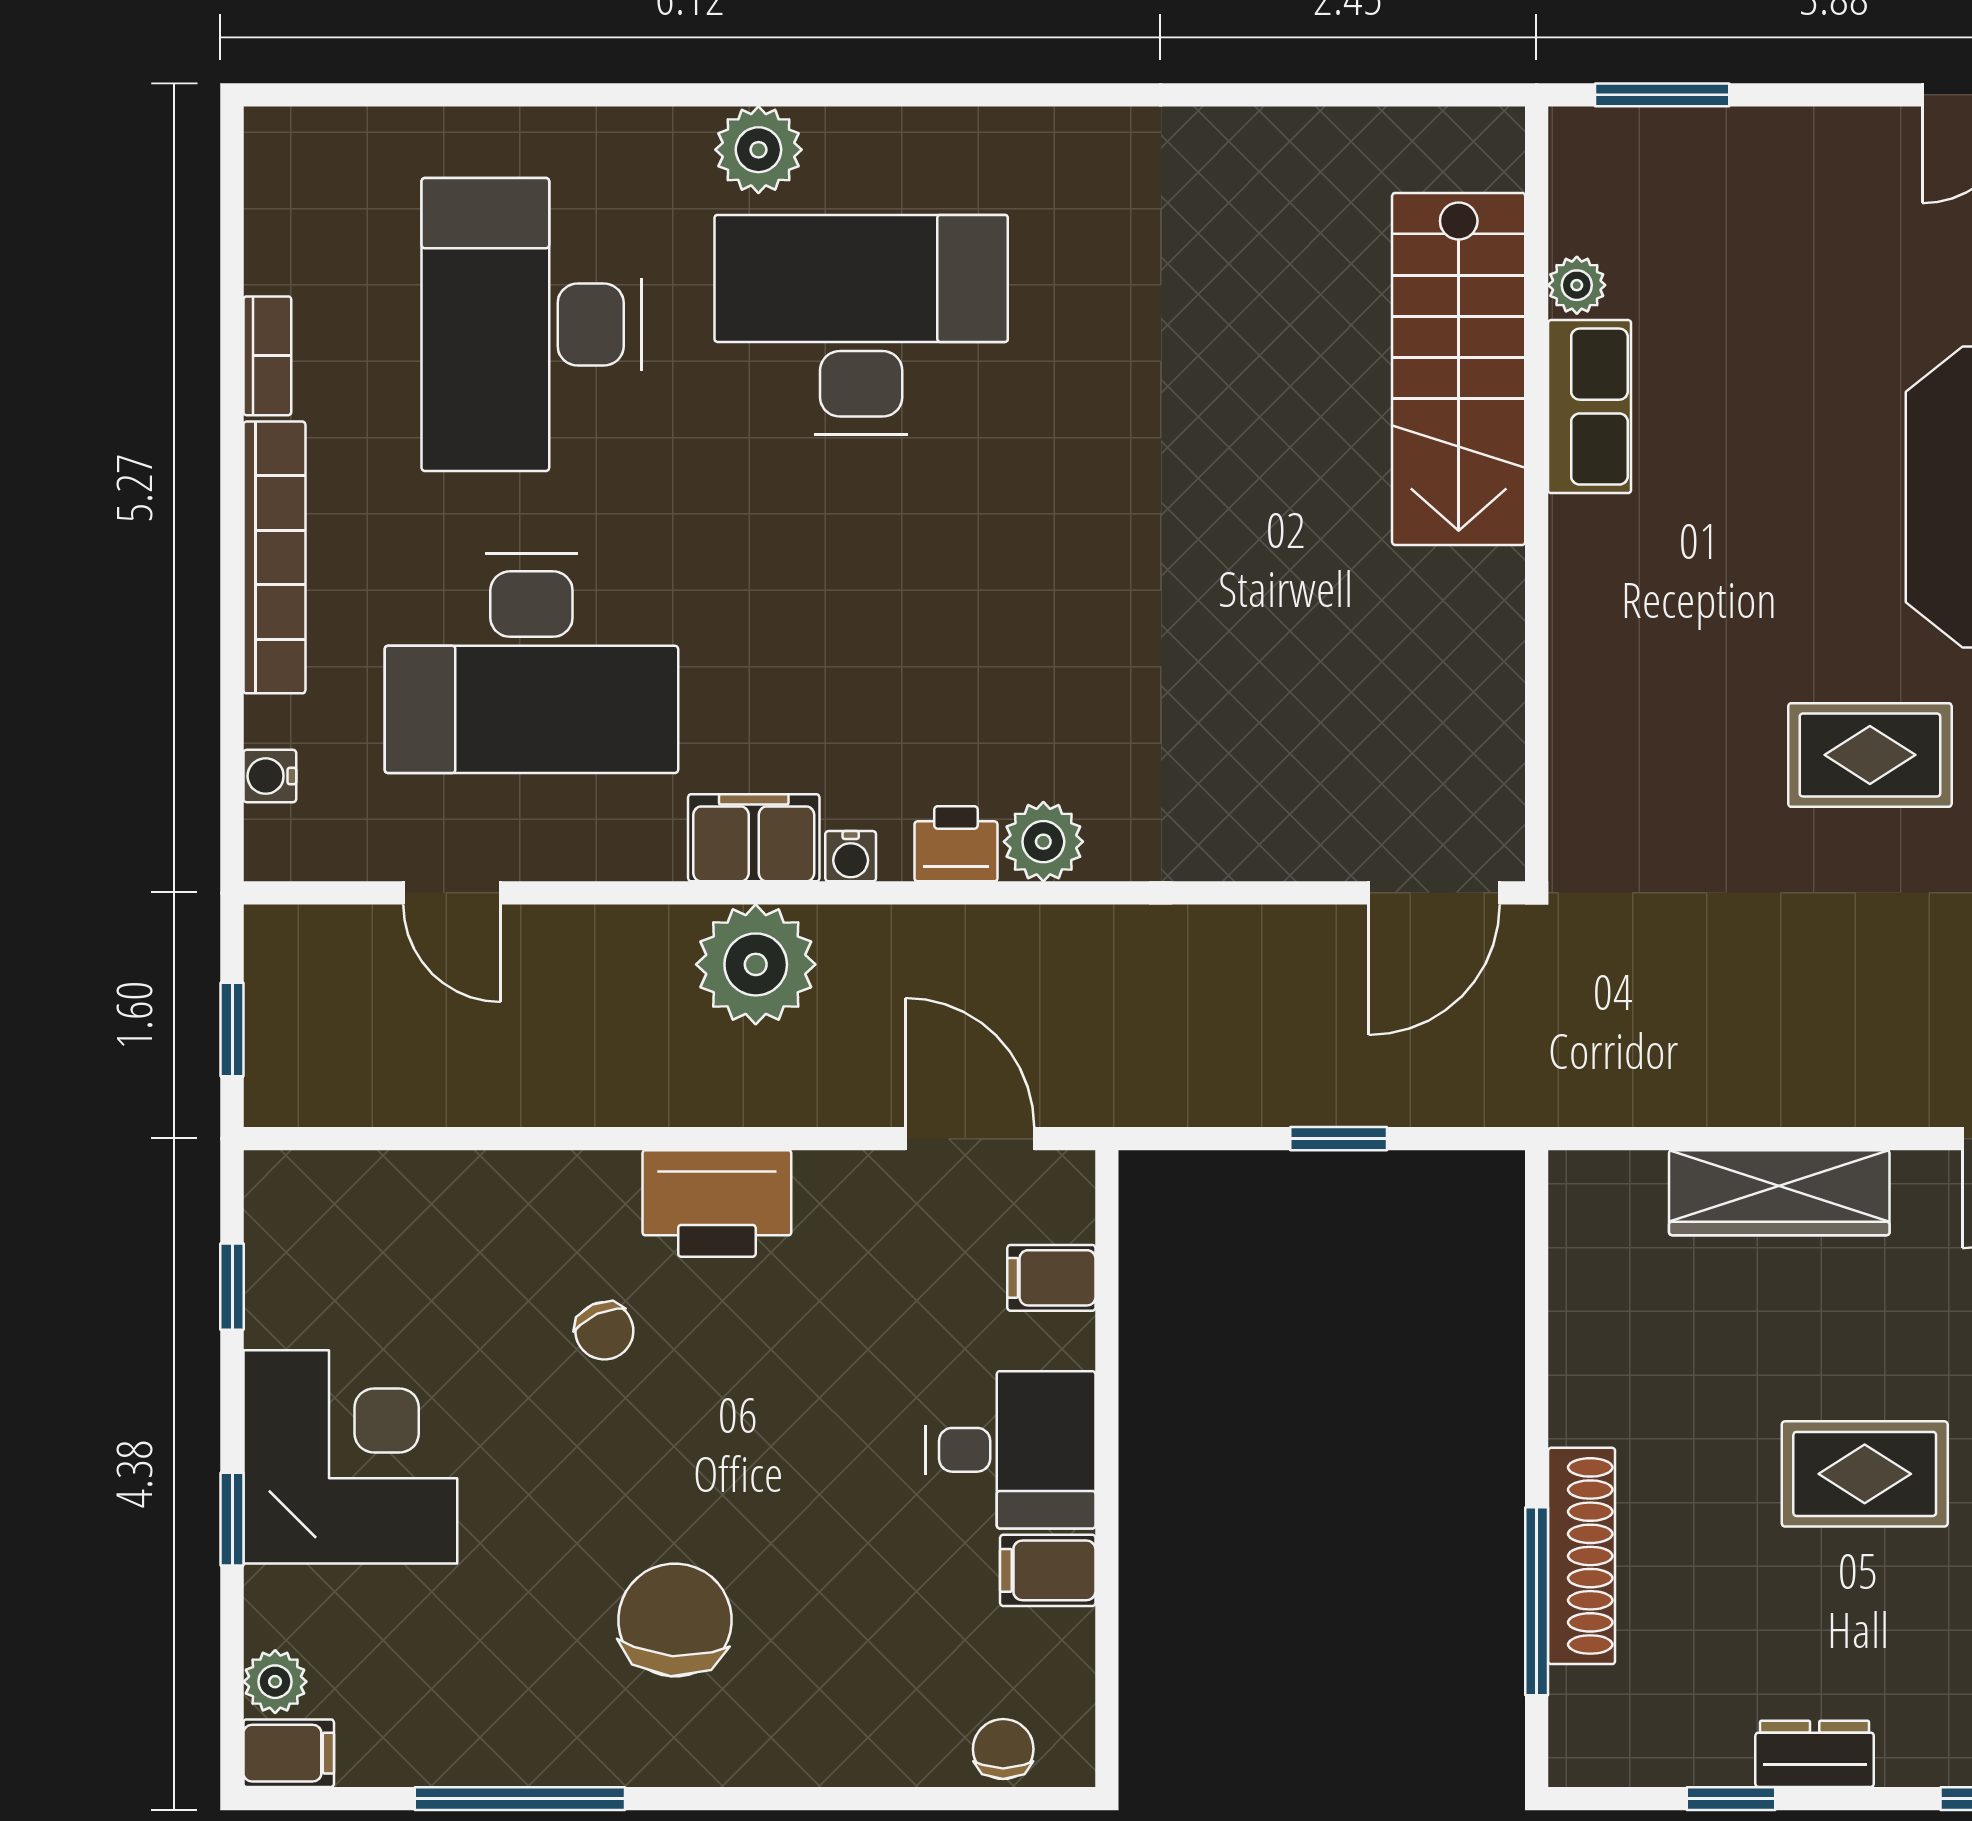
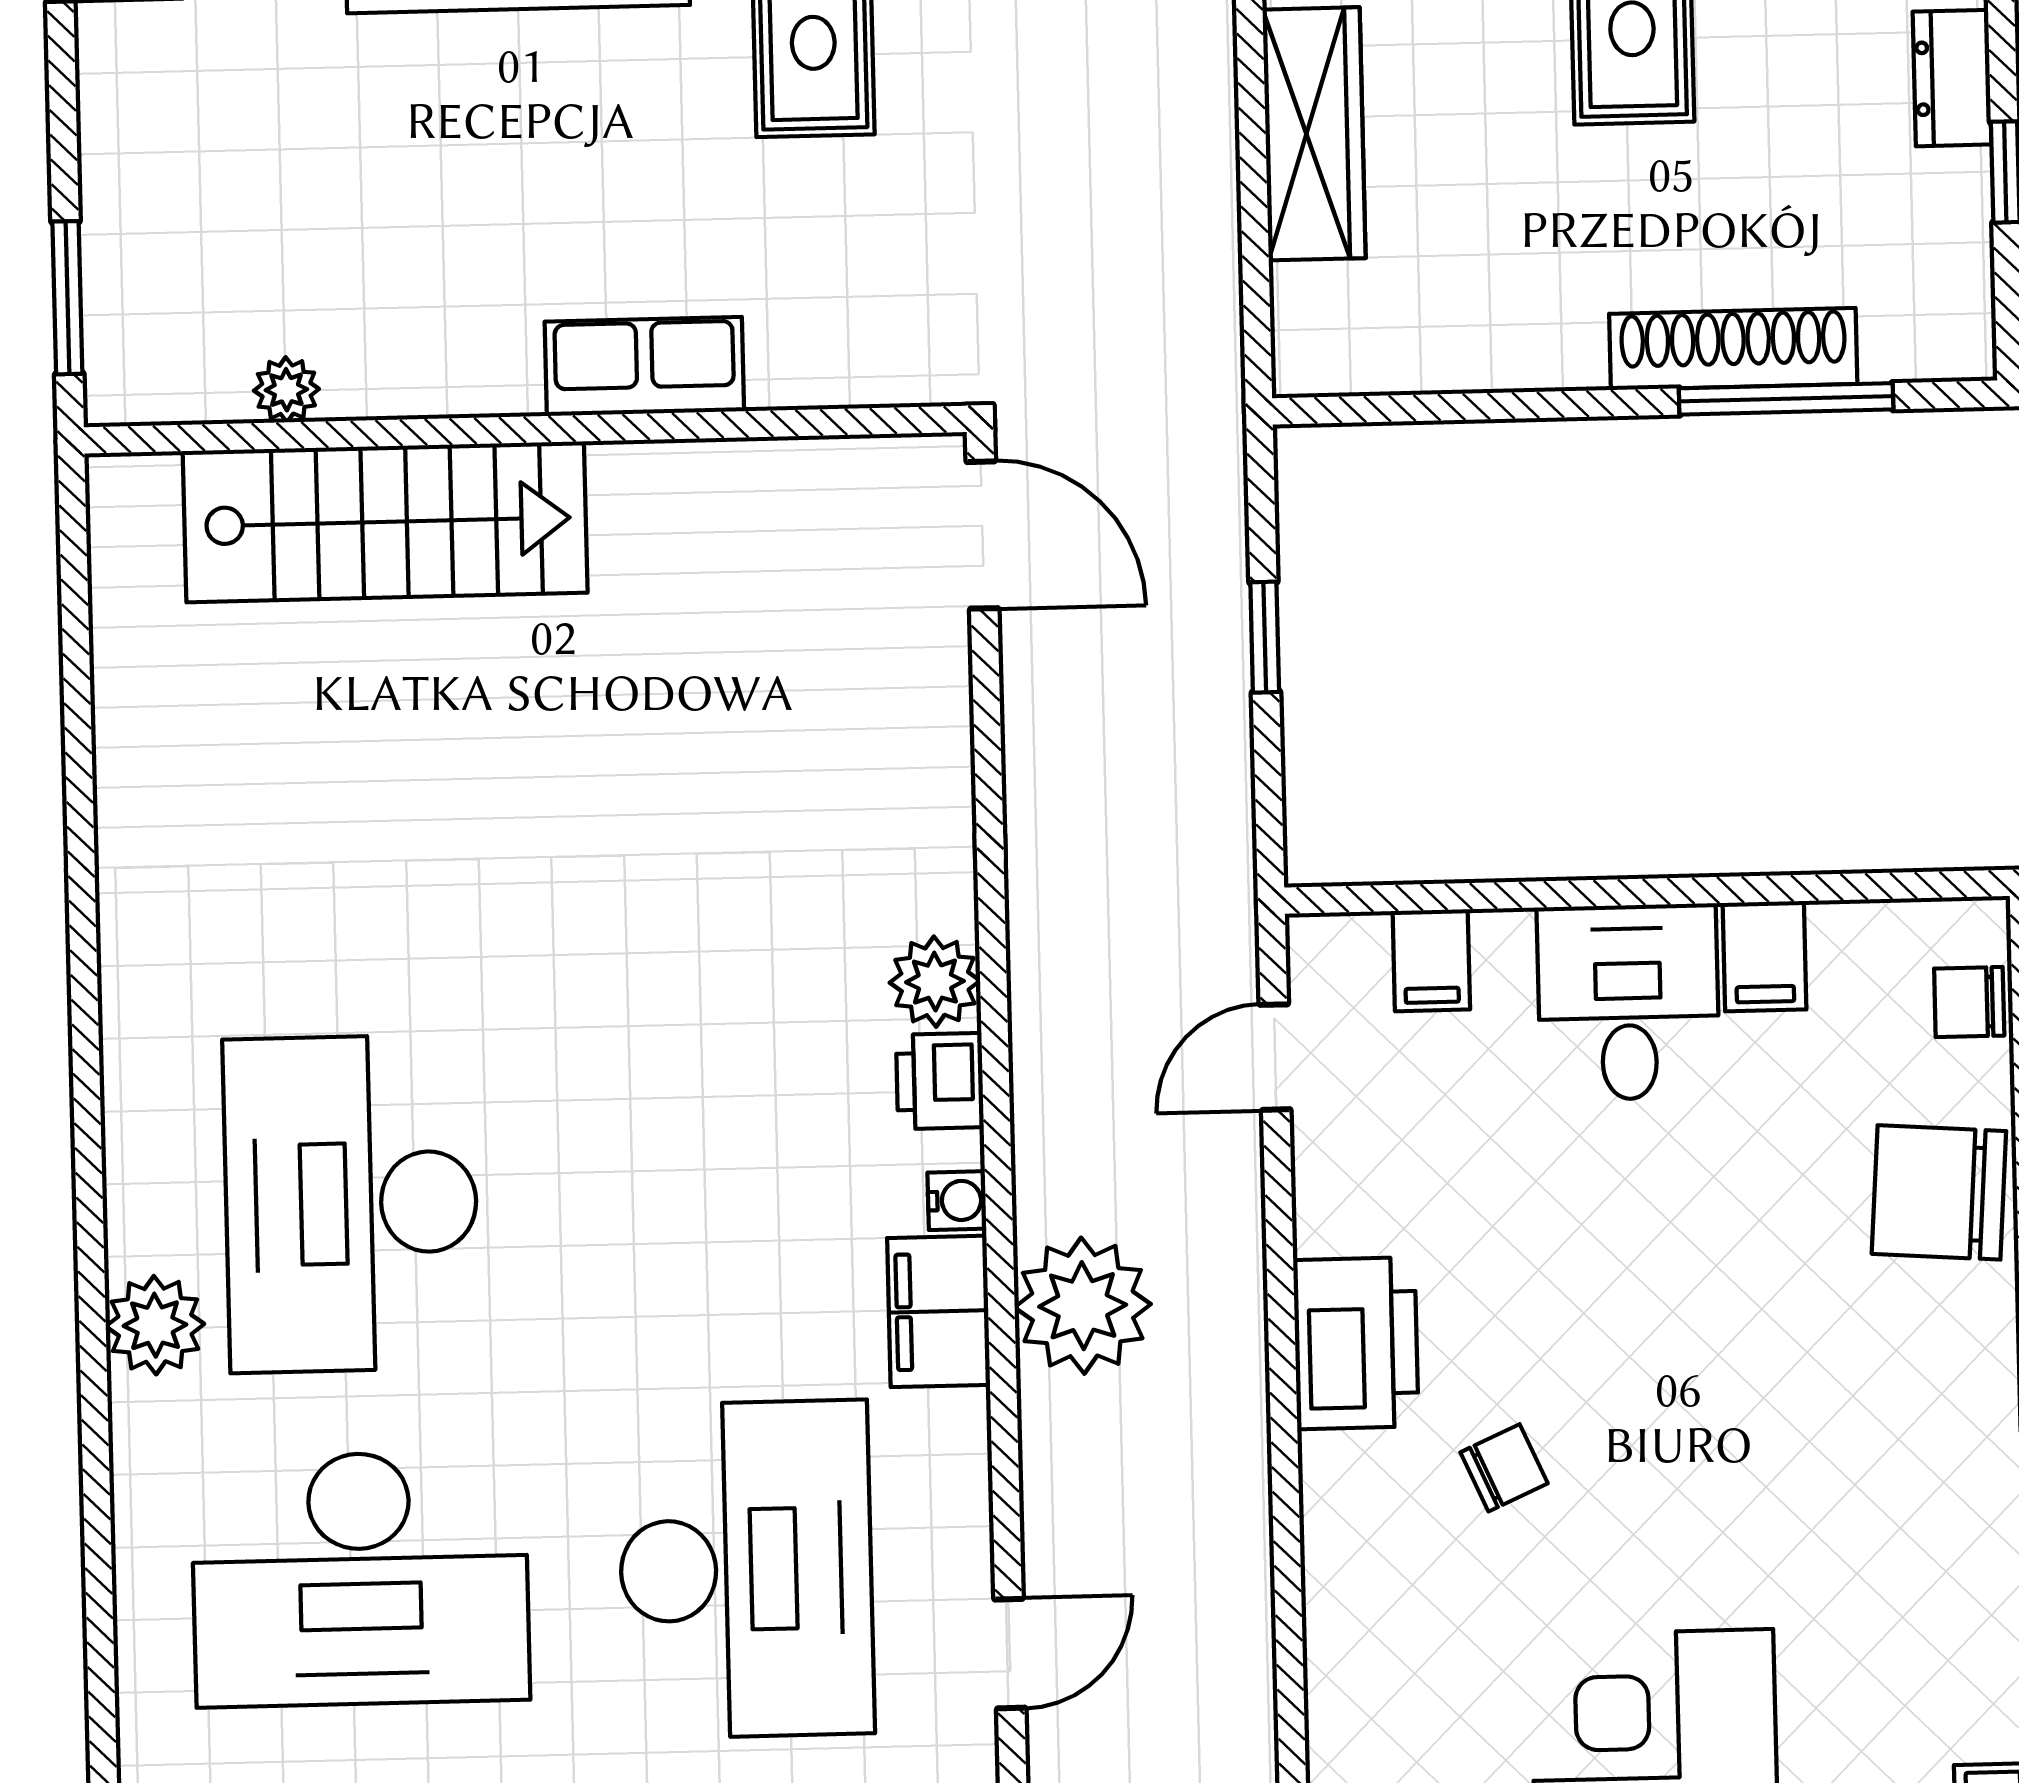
row of seats: (1590, 407) -> (644, 366), moved
door: (970, 1139) -> (1275, 1057), width x0.73
chair: (675, 1620) -> (1939, 1192), moved

